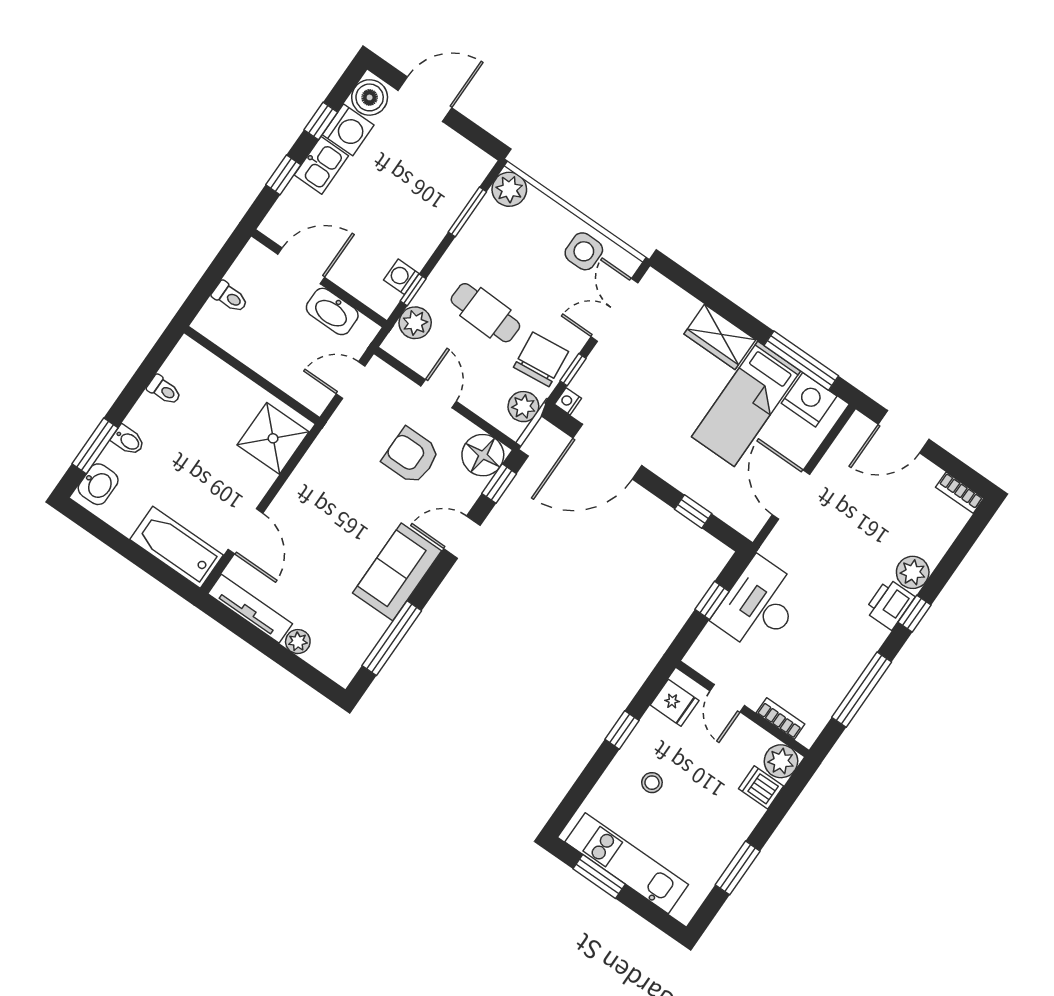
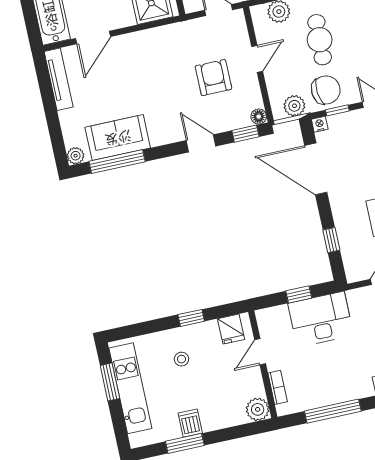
floor lamp: (483, 455) -> (259, 117), width x0.53, depth x0.53
sofa: (397, 572) -> (118, 138), moved
plant: (298, 642) -> (76, 156), moved
dishwasher: (761, 787) -> (190, 423), moved

